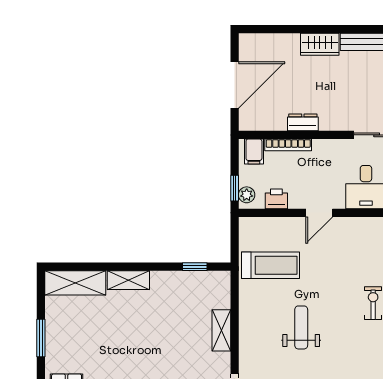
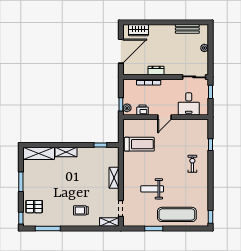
wardrobe: (320, 44) -> (138, 30), moved
filing cabinet: (254, 152) -> (131, 86), removed
weight bench: (301, 327) -> (152, 189), moved, turned -90

